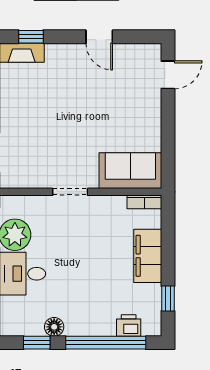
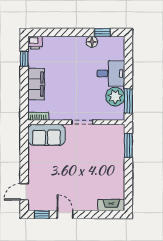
window: (31, 37) -> (42, 214), moved
printer: (129, 325) -> (35, 43), moved
window: (106, 343) -> (61, 32), removed

